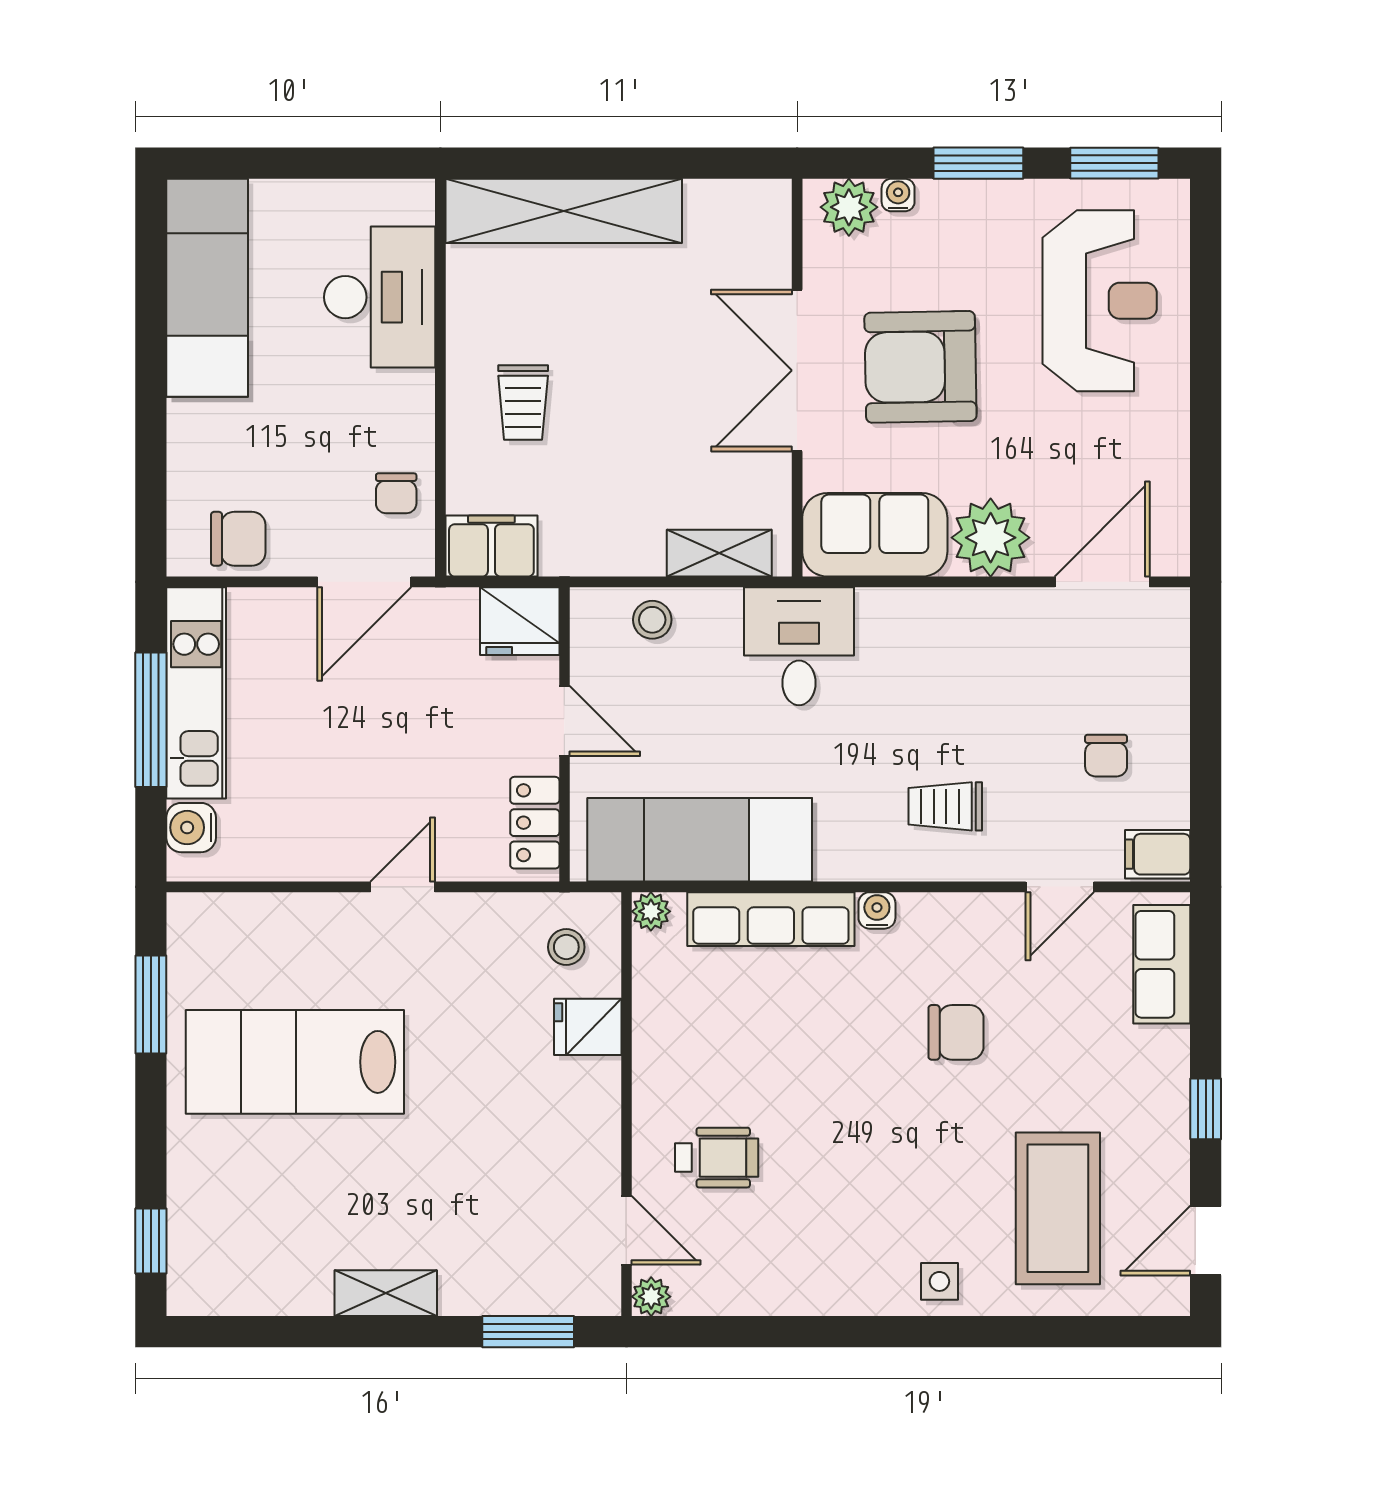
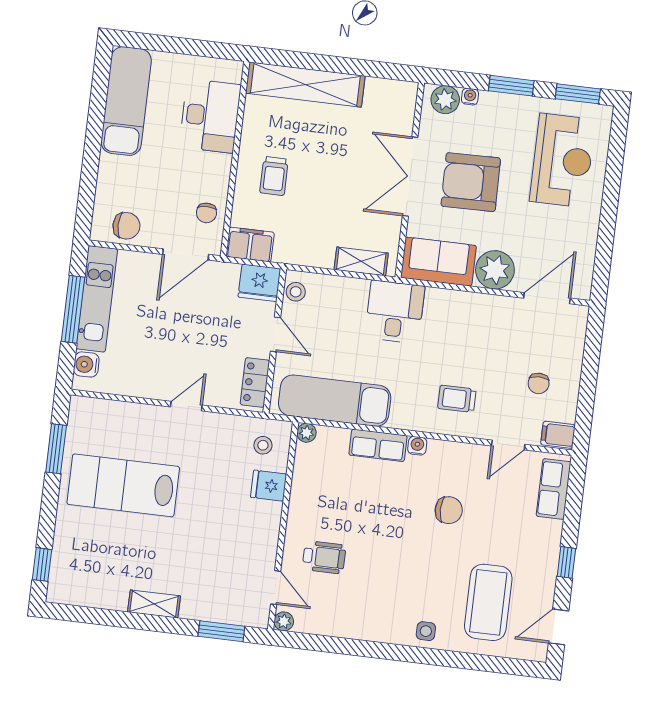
stool: (652, 620) -> (296, 292), moved
row of seats: (771, 919) -> (378, 445), width x0.68

